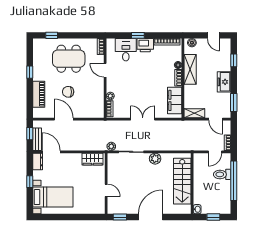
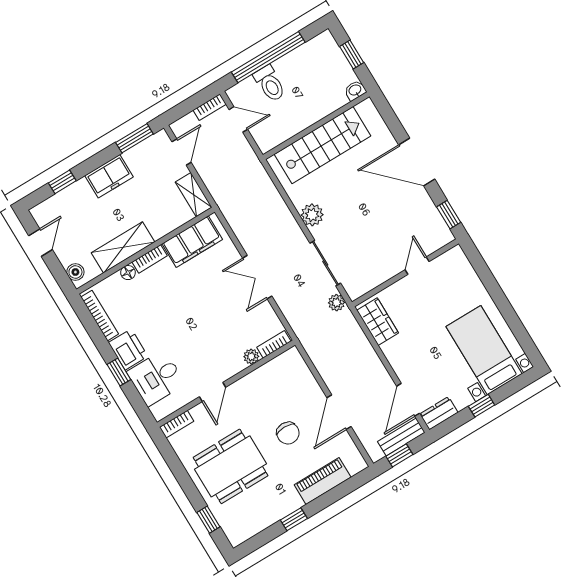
dining table: (69, 59) -> (231, 466), turned 90

